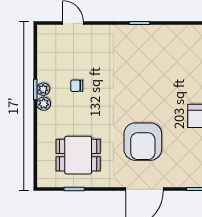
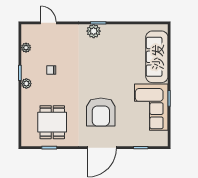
plant: (133, 34) -> (94, 31), added
plant: (43, 89) -> (26, 48), moved
dining table: (78, 155) -> (52, 122), turned 90

